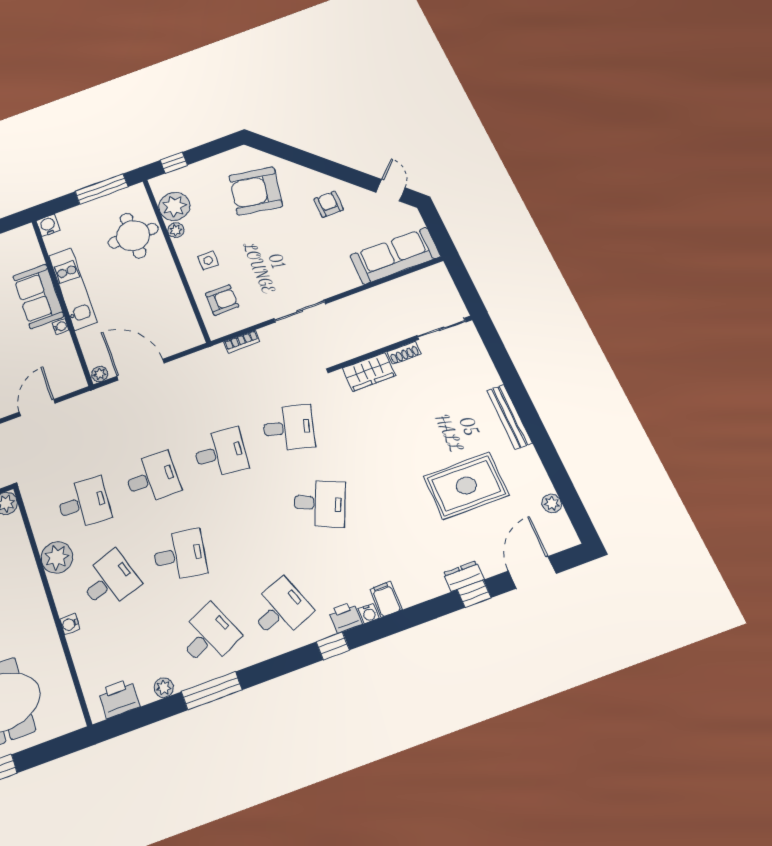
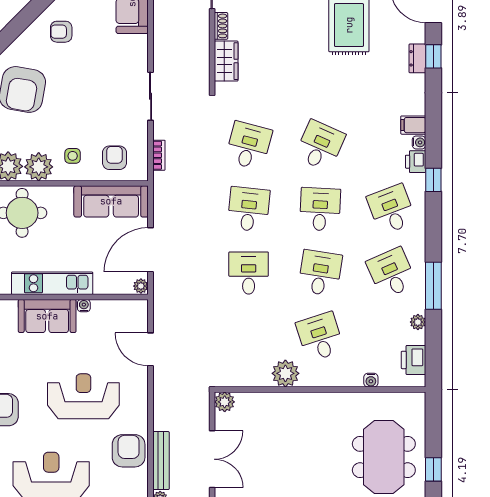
plant: (176, 230) -> (39, 167), width x1.87, depth x1.87
sofa: (176, 313) -> (111, 201), added
desk: (84, 503) -> (320, 209), moved
water cooler: (70, 624) -> (371, 380), moved

